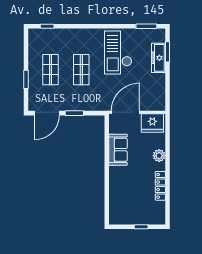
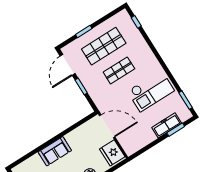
checkout: (118, 53) -> (151, 91), turned 180
shop shelf: (51, 70) -> (104, 46), width x1.43, depth x1.36
door: (47, 113) -> (68, 65), hinge flipped
sofa: (118, 150) -> (55, 151), moved

